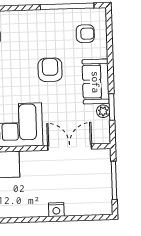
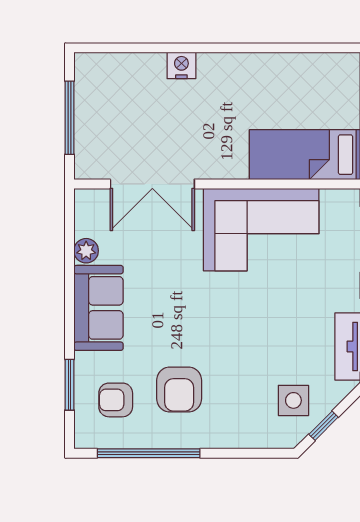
armchair: (50, 70) -> (179, 389), moved
window: (112, 107) -> (70, 385), moved

